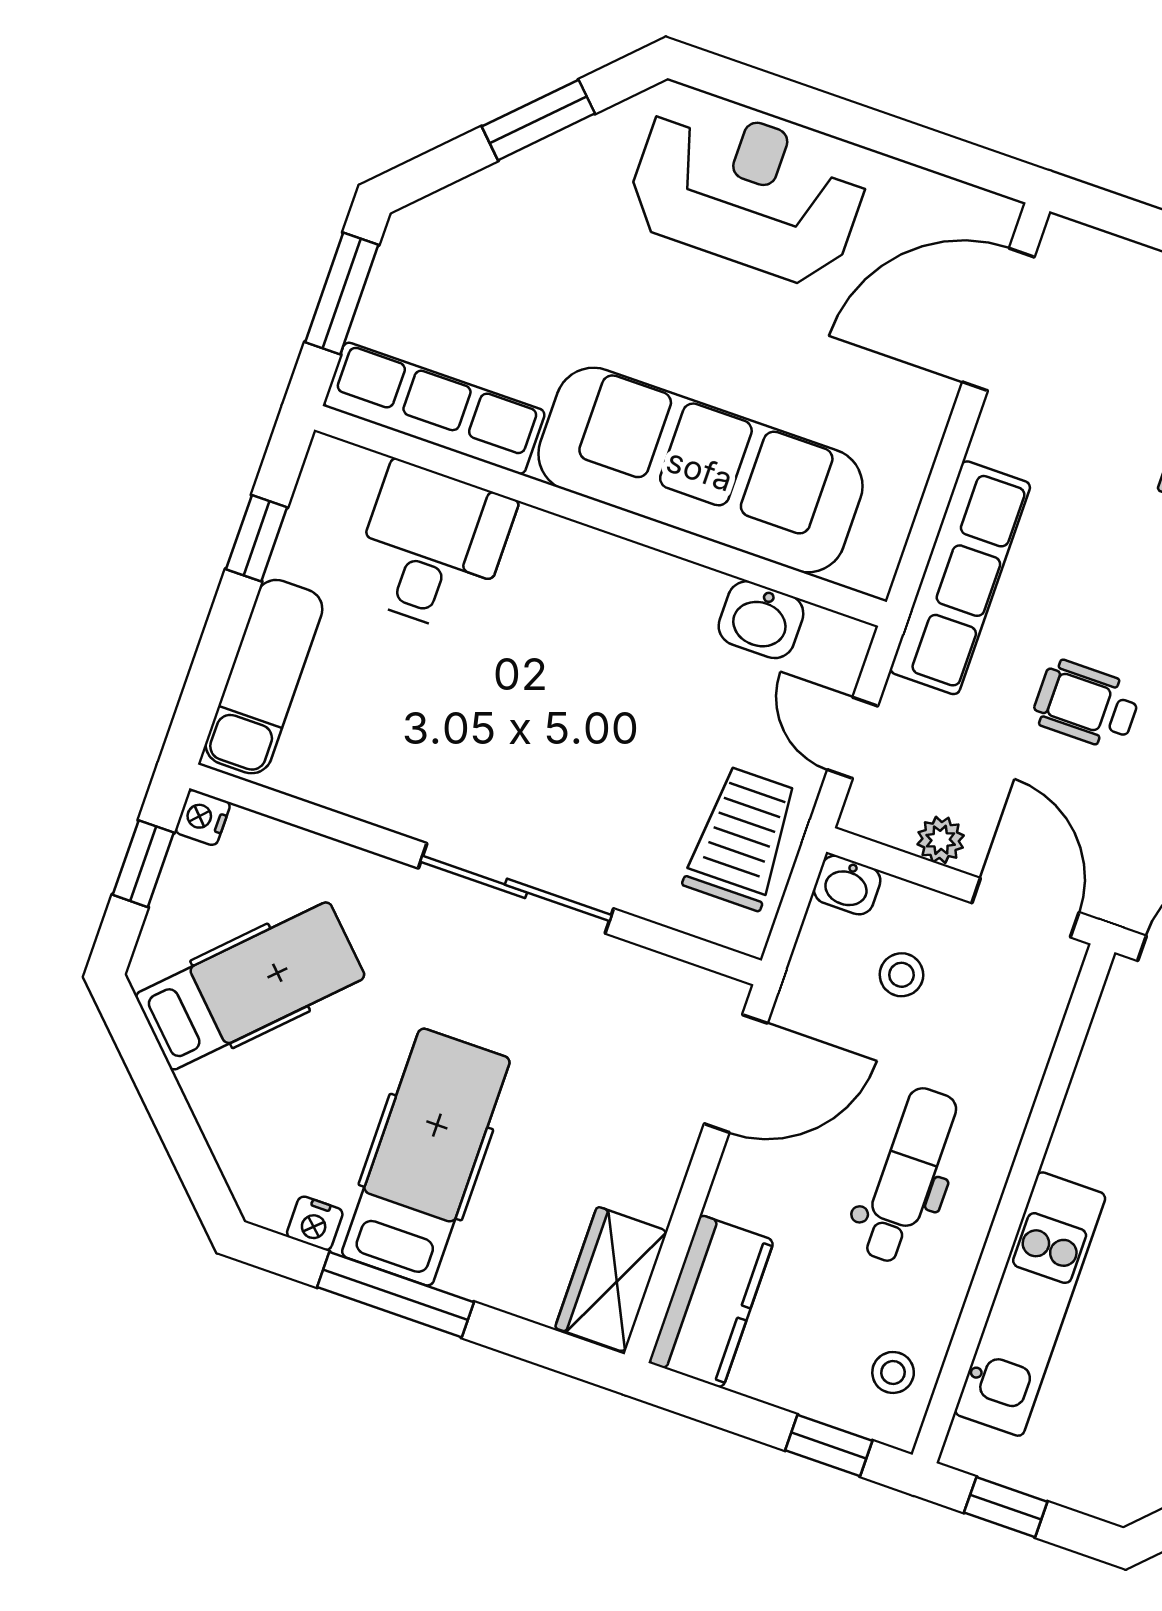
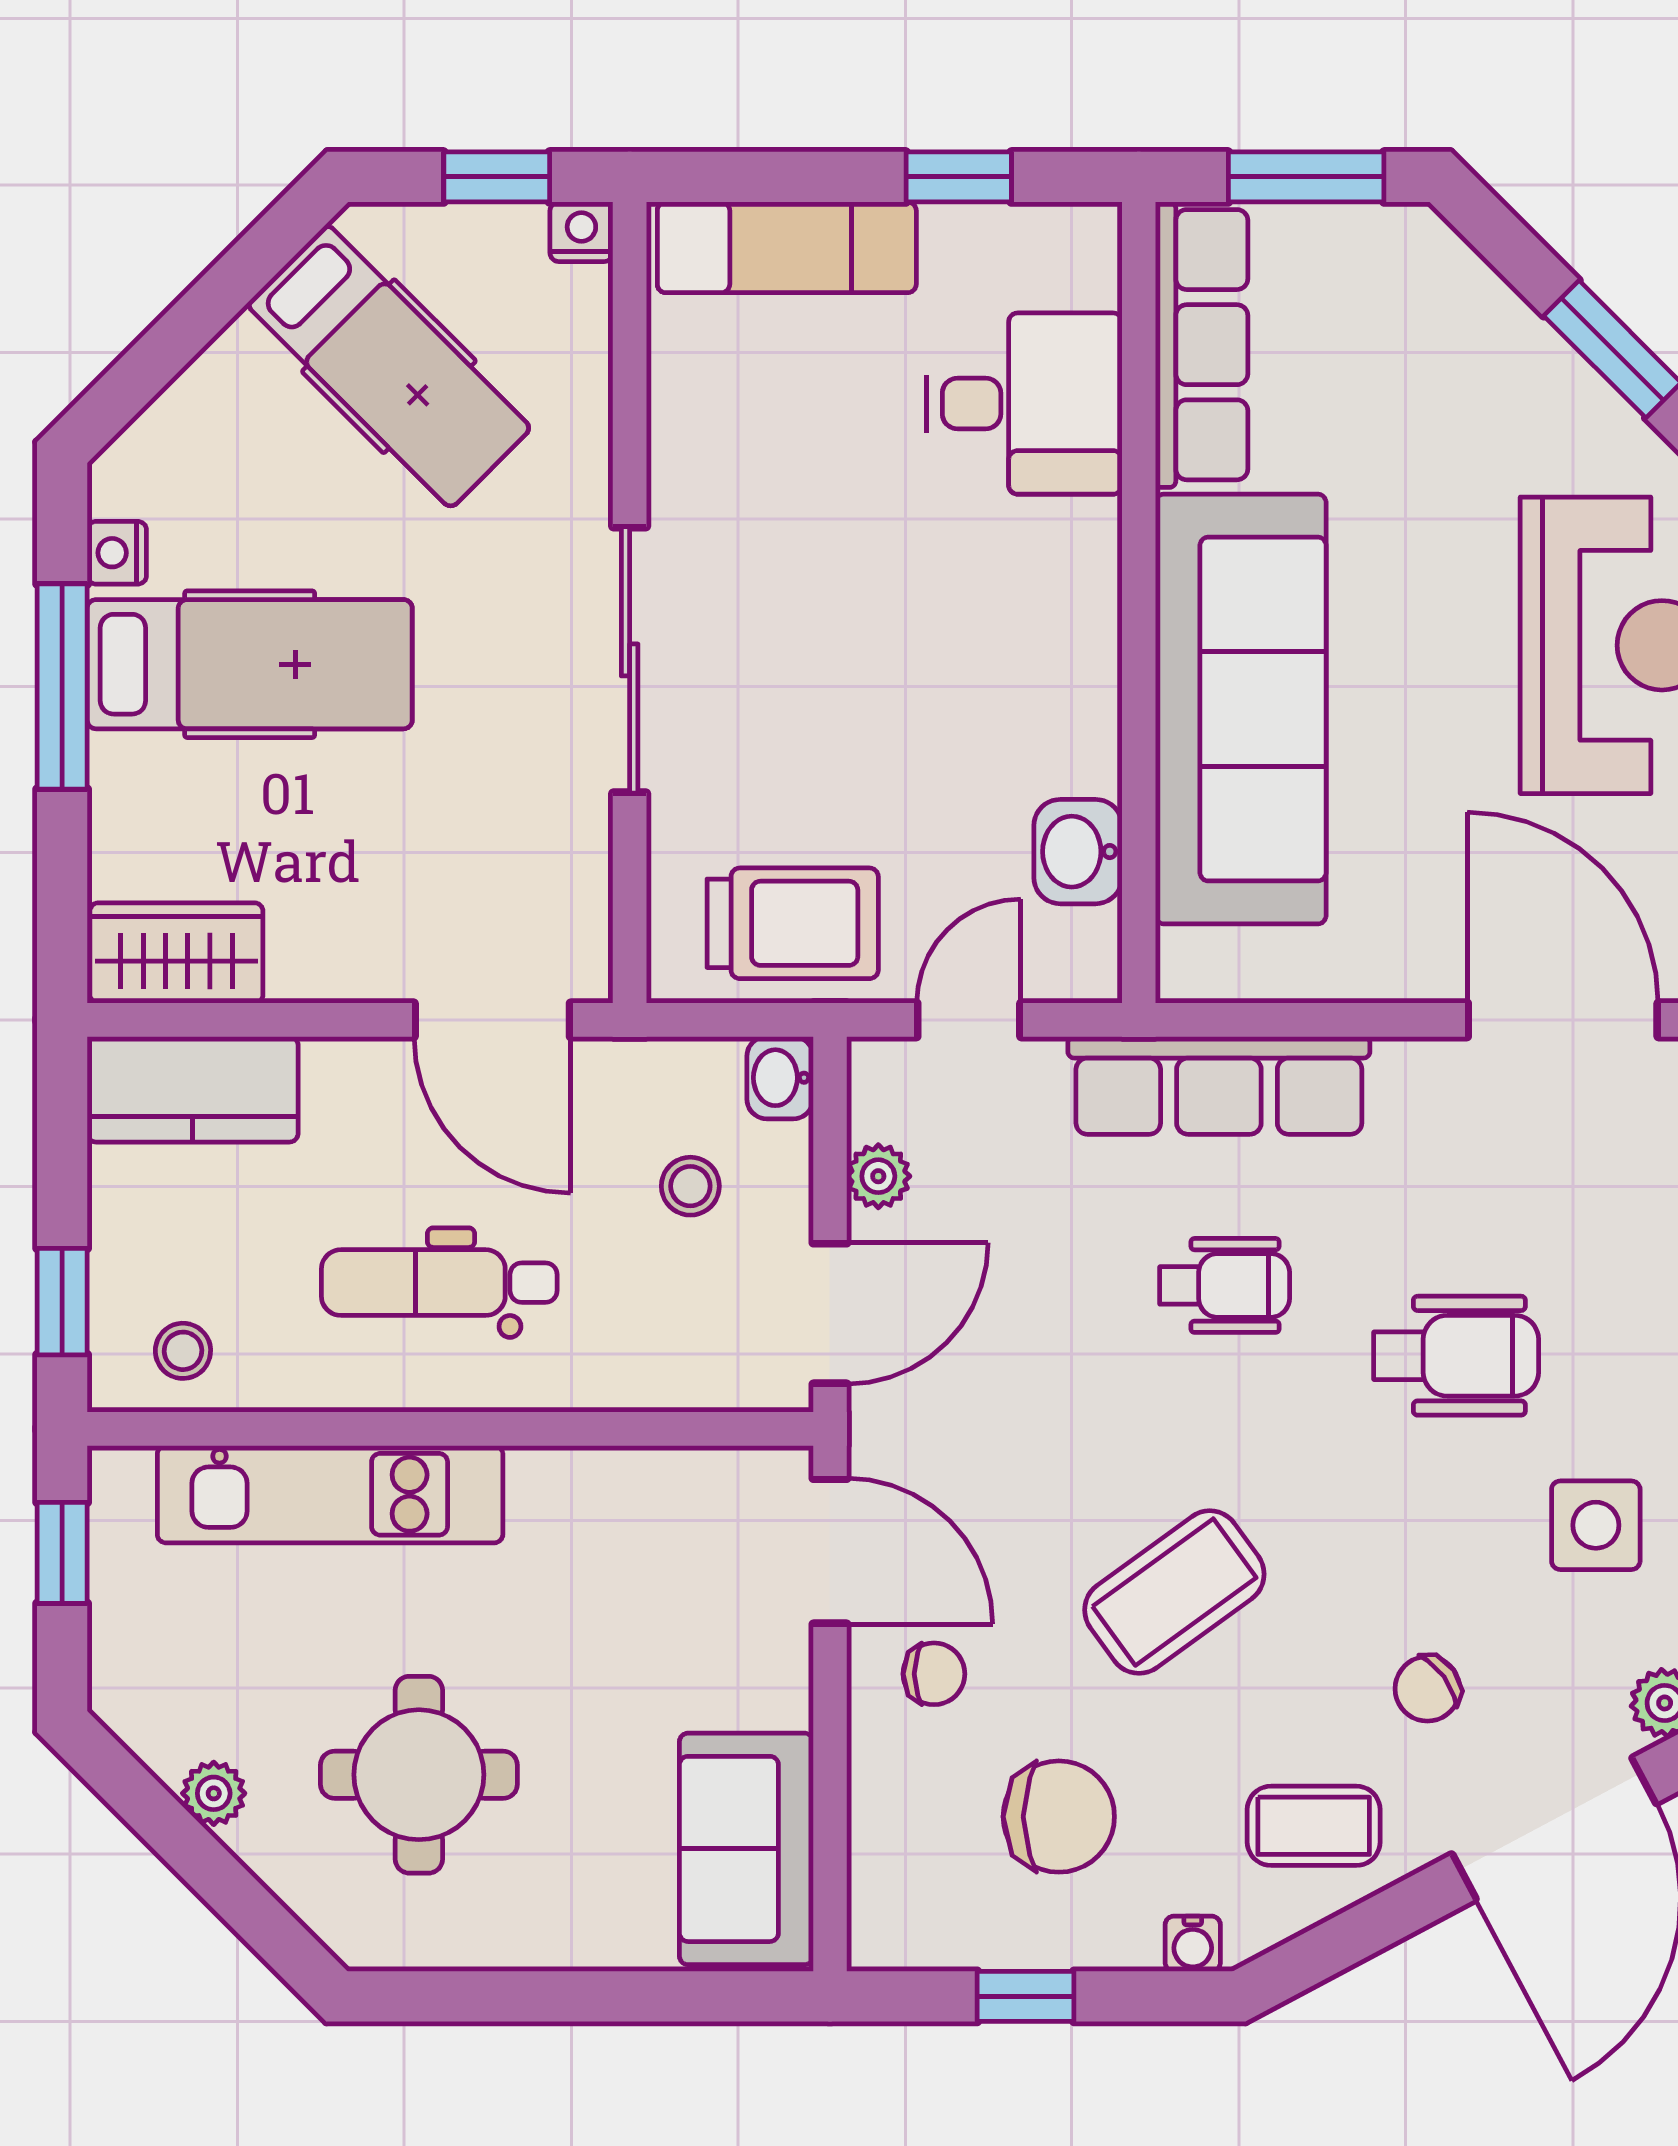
wheelchair: (1086, 705) -> (1225, 1285), moved, turned 90
dental chair: (908, 1175) -> (439, 1283), turned 180

